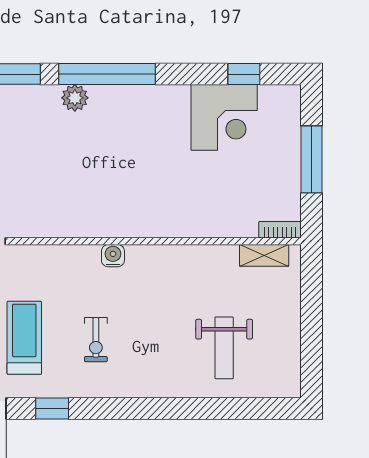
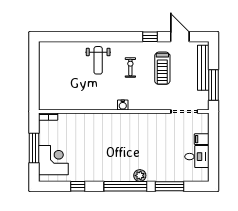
window: (244, 74) -> (78, 186), moved
corner desk: (224, 117) -> (53, 160), moved, turned 90
shelving: (264, 255) -> (55, 105), removed
weight bench: (224, 348) -> (98, 60), moved, turned 180

